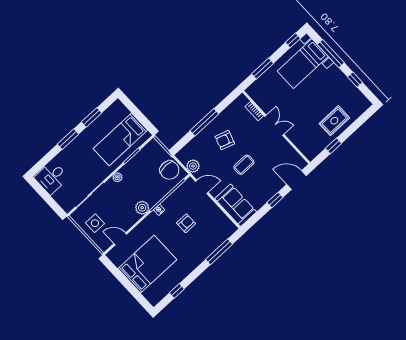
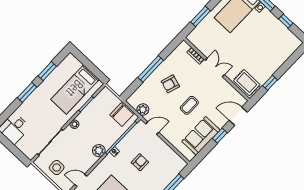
rug: (334, 121) -> (247, 83), moved, turned 90
sofa: (236, 205) -> (201, 136), moved, turned -90

